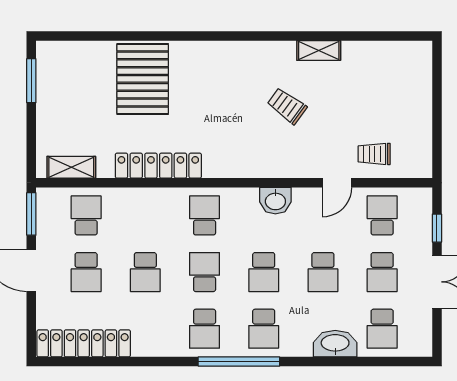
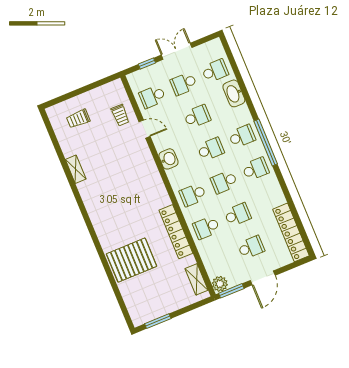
trolley: (287, 106) -> (78, 119), moved, turned 54
plant: (50, 200) -> (220, 284), added
school desk: (86, 215) -> (206, 227), moved
school desk: (382, 272) -> (184, 84), turned 180

